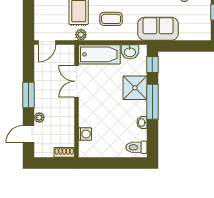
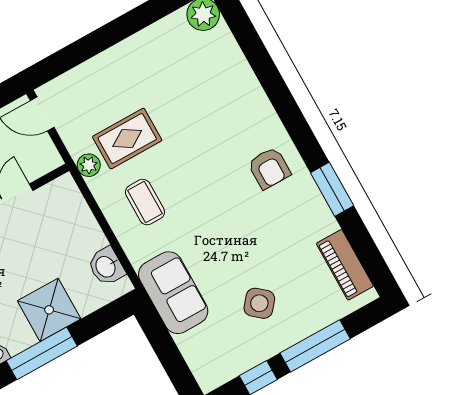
bathtub: (99, 54) -> (72, 216), removed
window: (152, 64) -> (106, 317), removed

